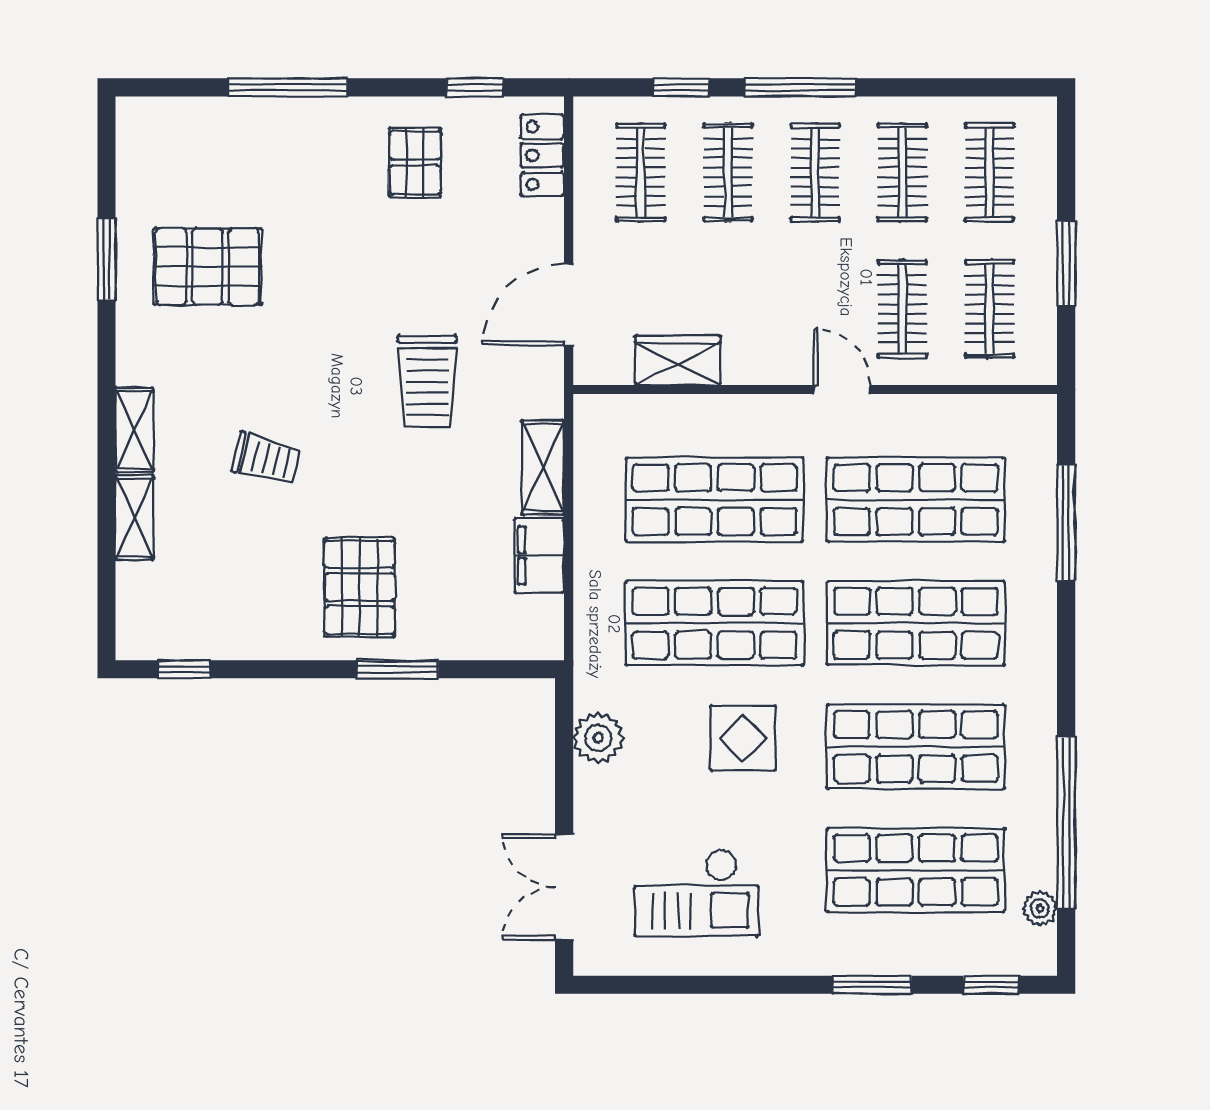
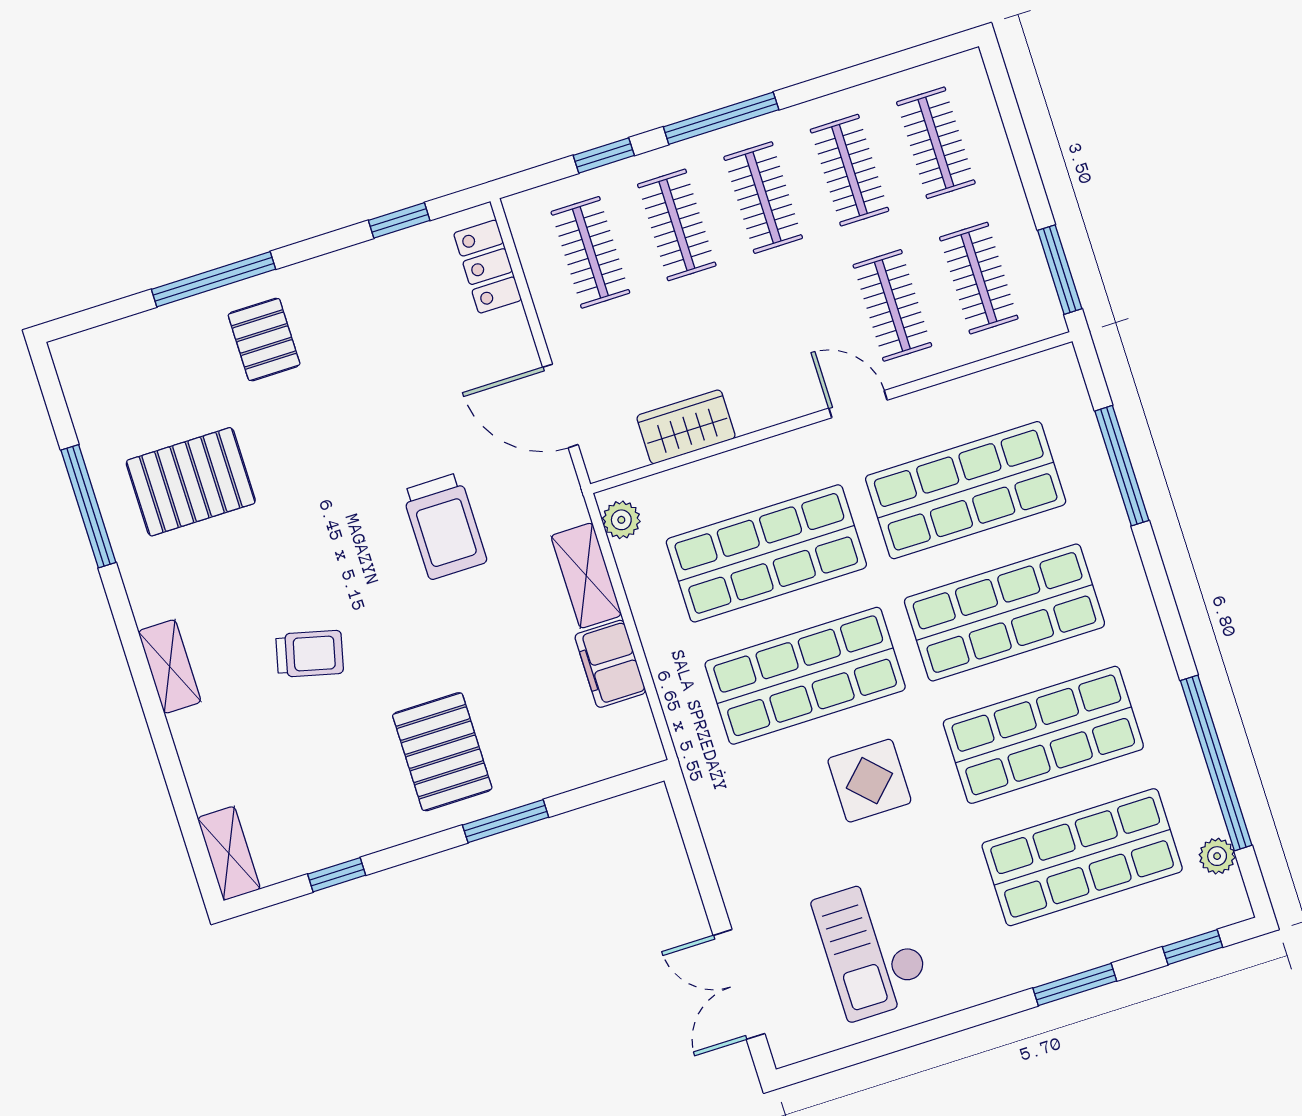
pallet: (415, 163) -> (264, 340), moved
window: (107, 259) -> (88, 506), width x1.44
window: (1066, 264) -> (1060, 270), moved
door: (569, 304) -> (560, 406), hinge flipped
shelving: (134, 517) -> (229, 853), moved
window: (184, 669) -> (337, 875), moved
plant: (598, 738) -> (621, 520), moved, width x0.73, depth x0.73
checkout: (696, 893) -> (872, 949), turned 90

